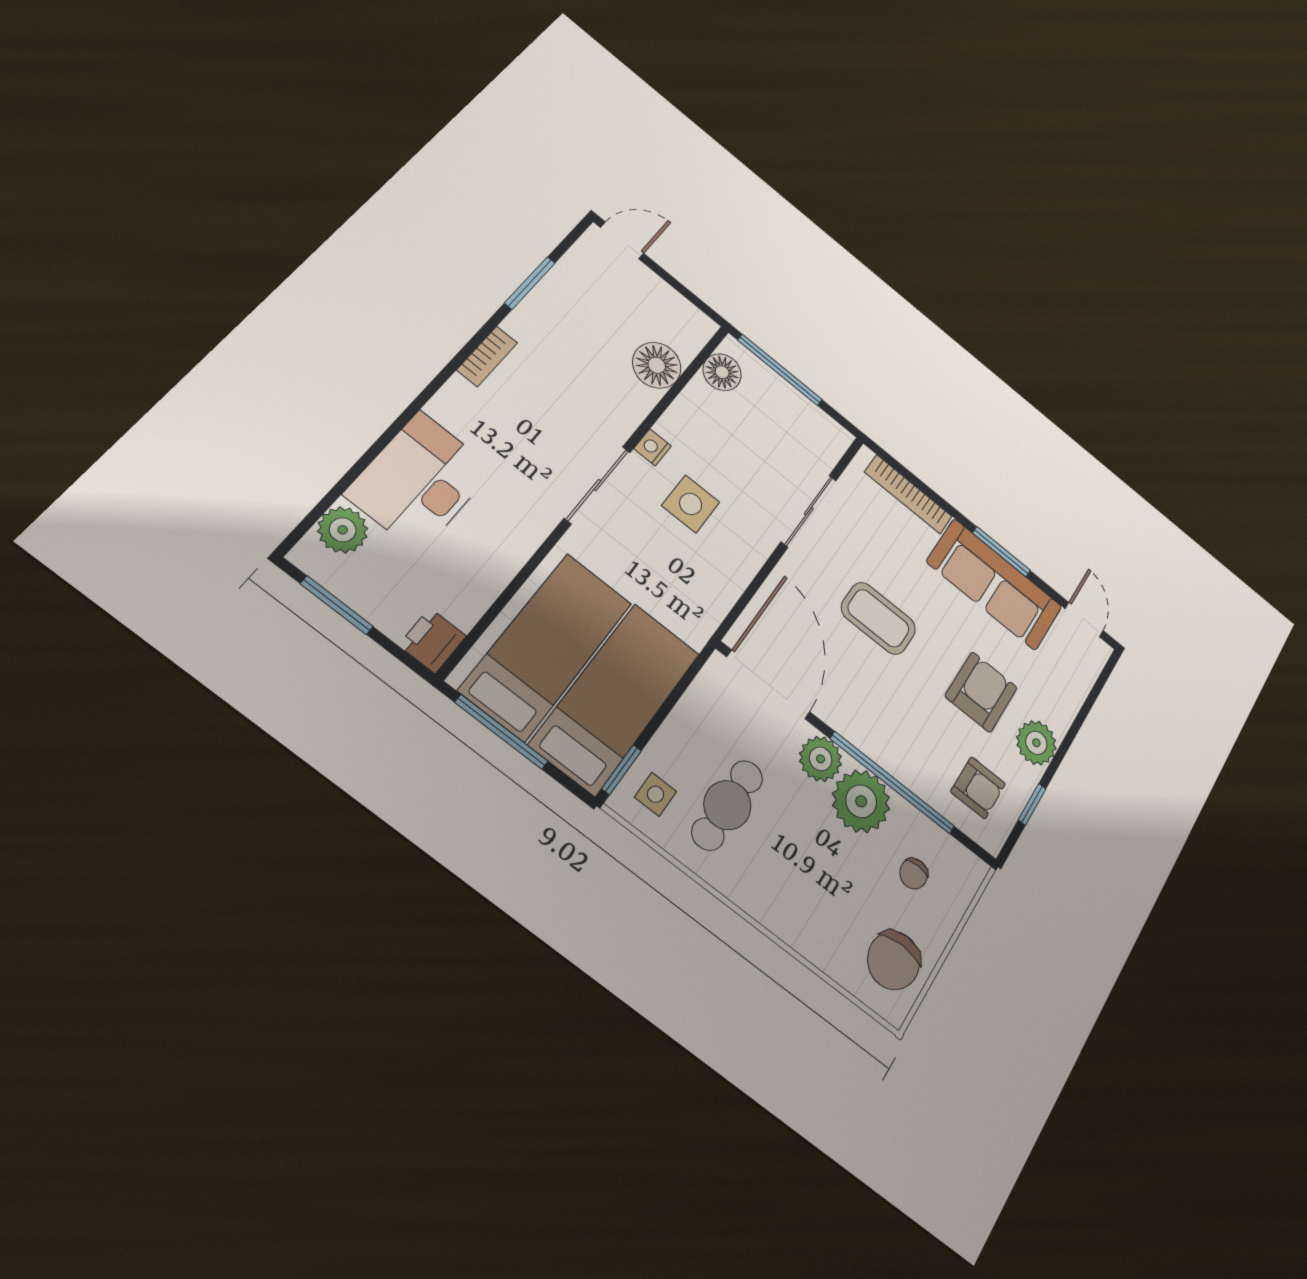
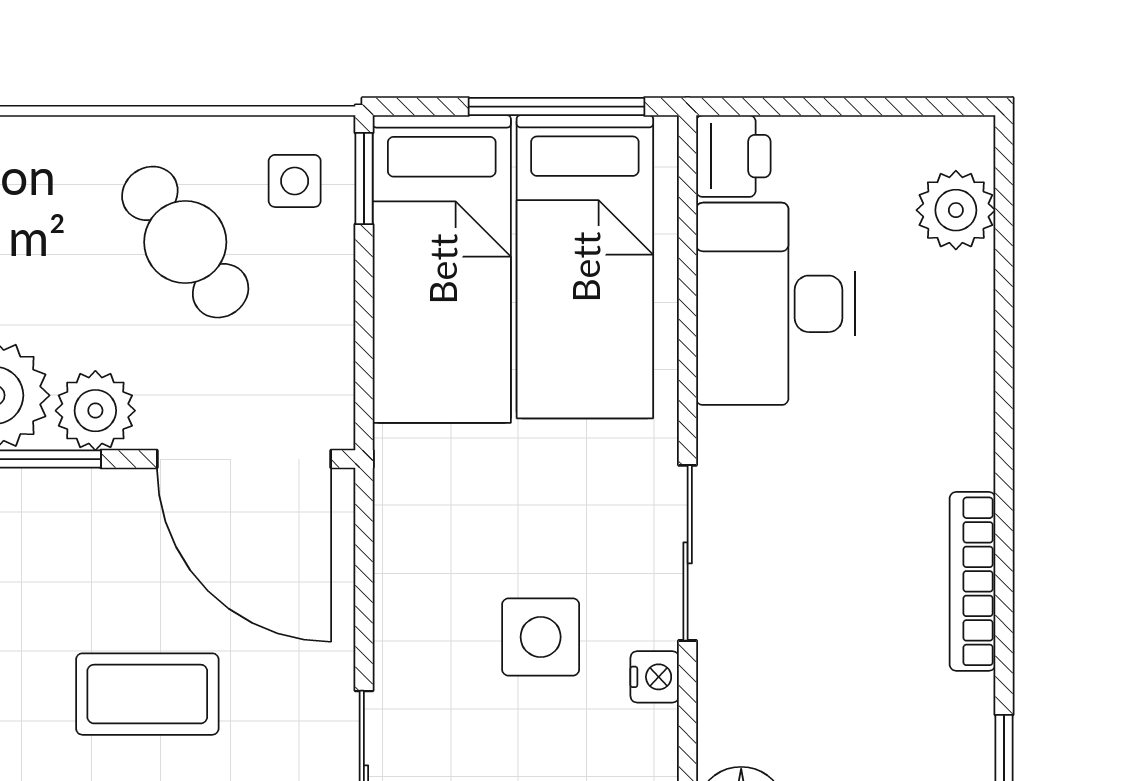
bookcase: (487, 356) -> (973, 581), width x1.56
desk: (420, 482) -> (776, 304), moved, turned 180
window: (337, 605) -> (884, 107), removed
cafe table: (727, 805) -> (185, 242), turned -36

